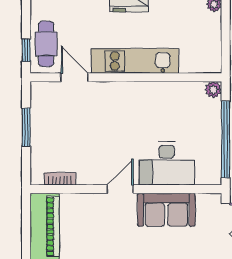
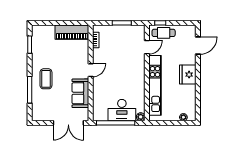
kitchen unit: (135, 61) -> (155, 85), width x1.36
desk: (167, 163) -> (122, 110), moved, turned -90
door: (120, 189) -> (91, 70), hinge flipped

